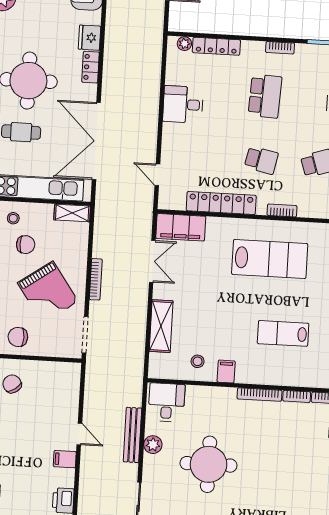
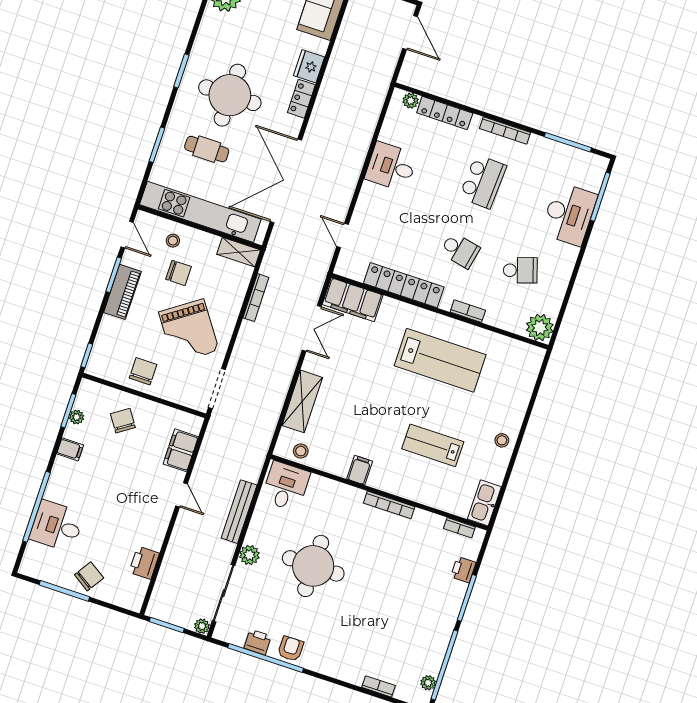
bookcase: (280, 48) -> (505, 130), width x1.56
bookcase: (96, 279) -> (256, 298), moved
chair: (18, 337) -> (143, 371), turned 90
stool: (198, 361) -> (301, 451), moved
bookcase: (297, 396) -> (429, 518), removed
plant: (153, 445) -> (249, 555), moved
filing cabinet: (65, 459) -> (181, 450), moved, width x2.00

